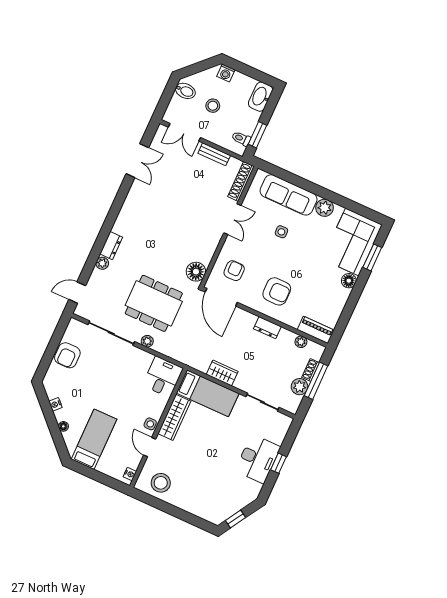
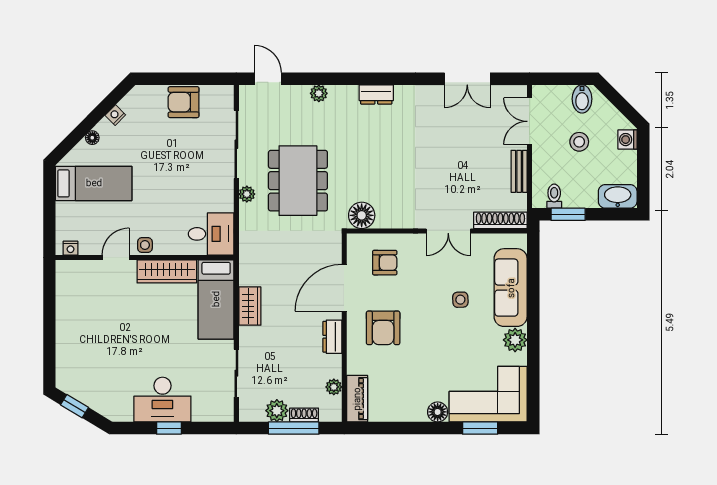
dresser: (111, 246) -> (376, 94), moved
door: (221, 297) -> (344, 288), moved
stool: (161, 483) -> (77, 292), removed

